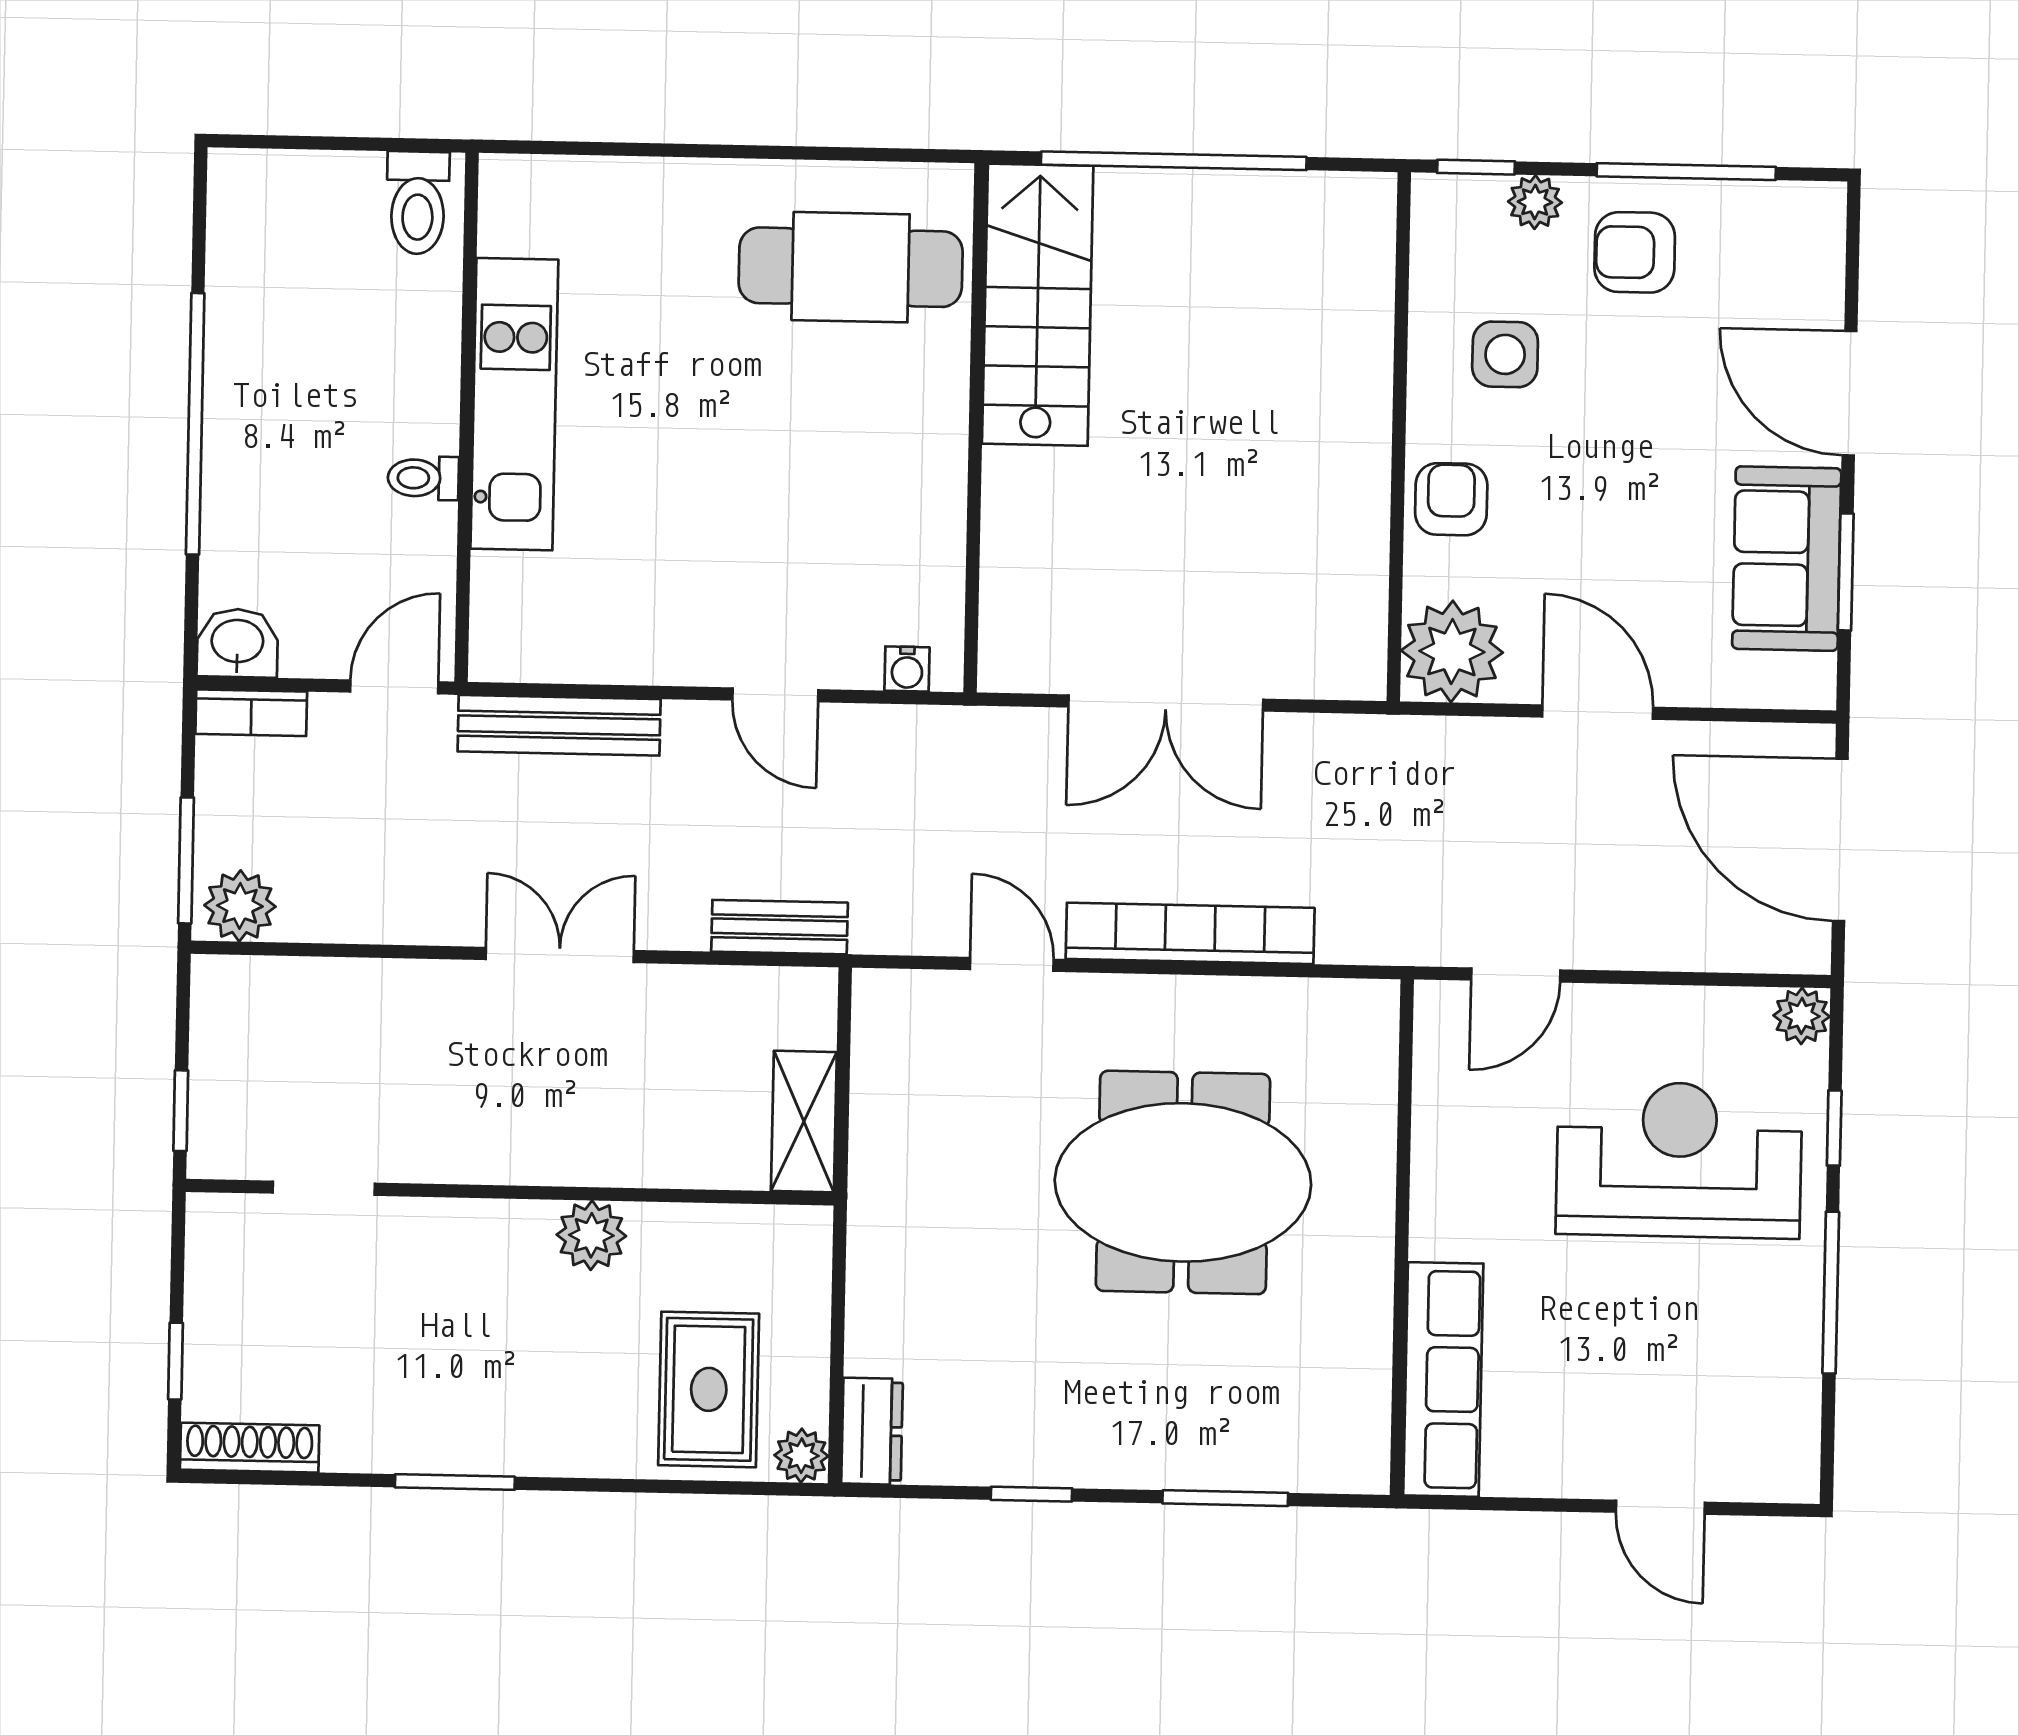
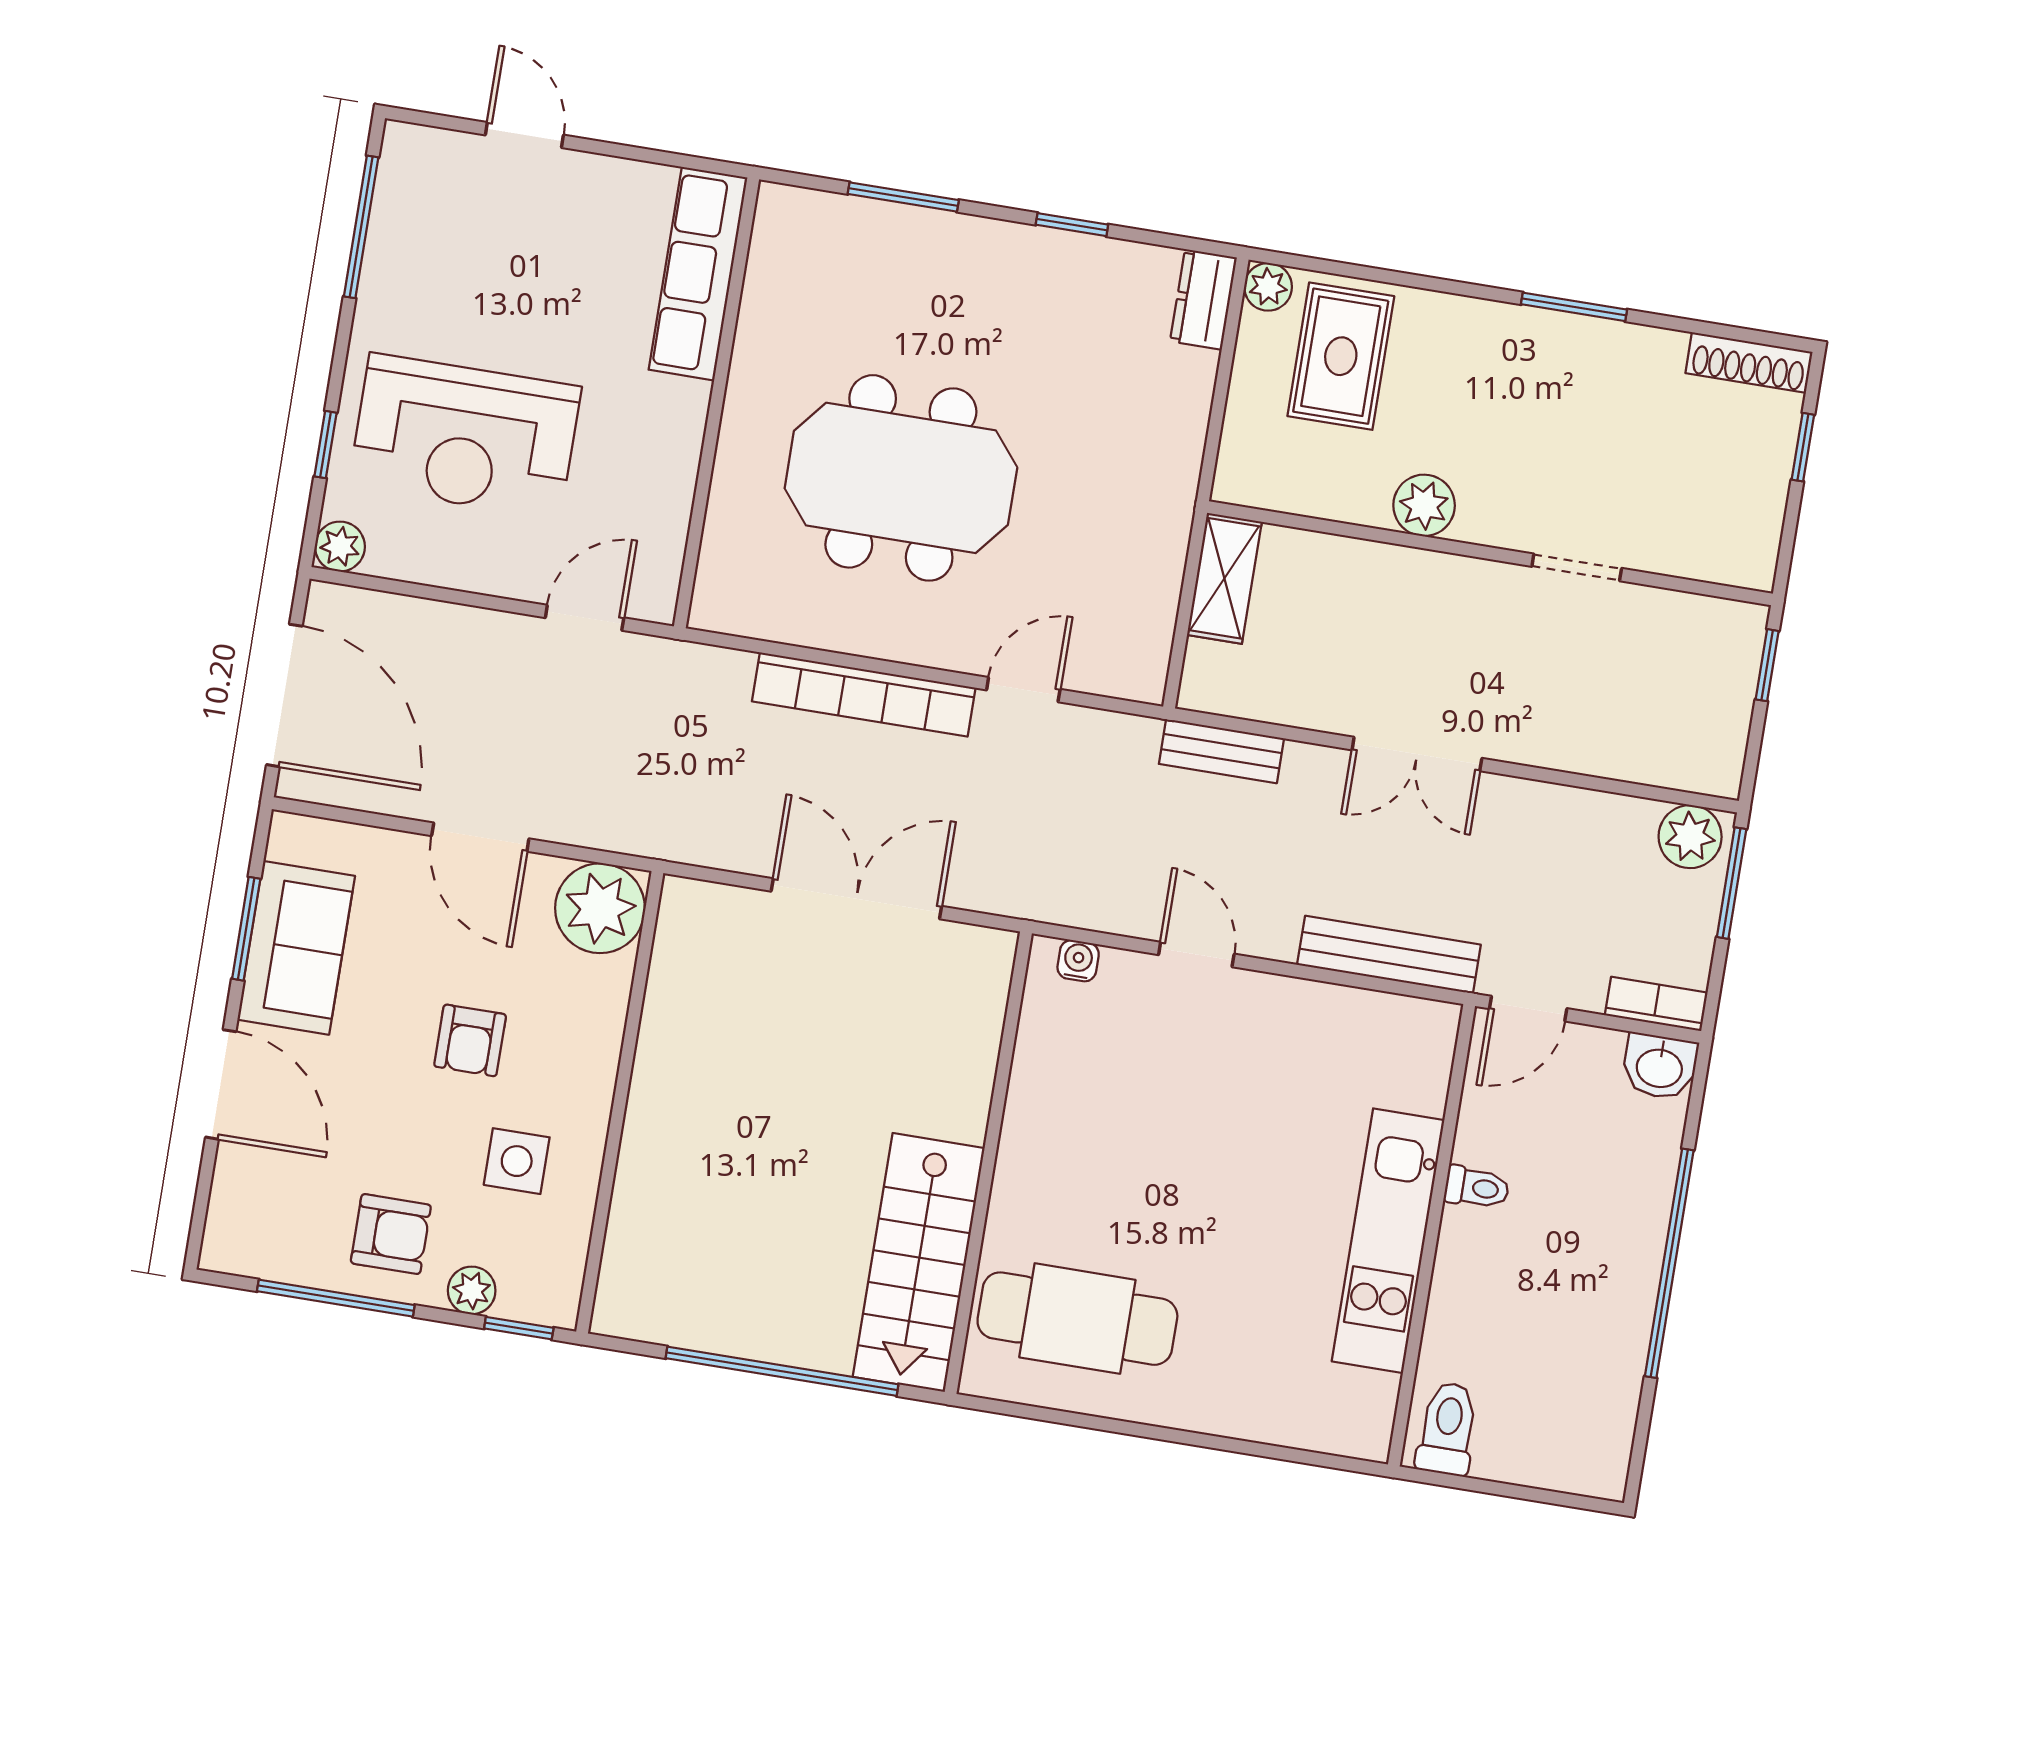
armchair: (1451, 499) -> (470, 1040), moved
door: (1012, 964) -> (1023, 690), swing flipped
doorway: (324, 1188) -> (1577, 567), moved
window: (1831, 1293) -> (361, 227), moved

